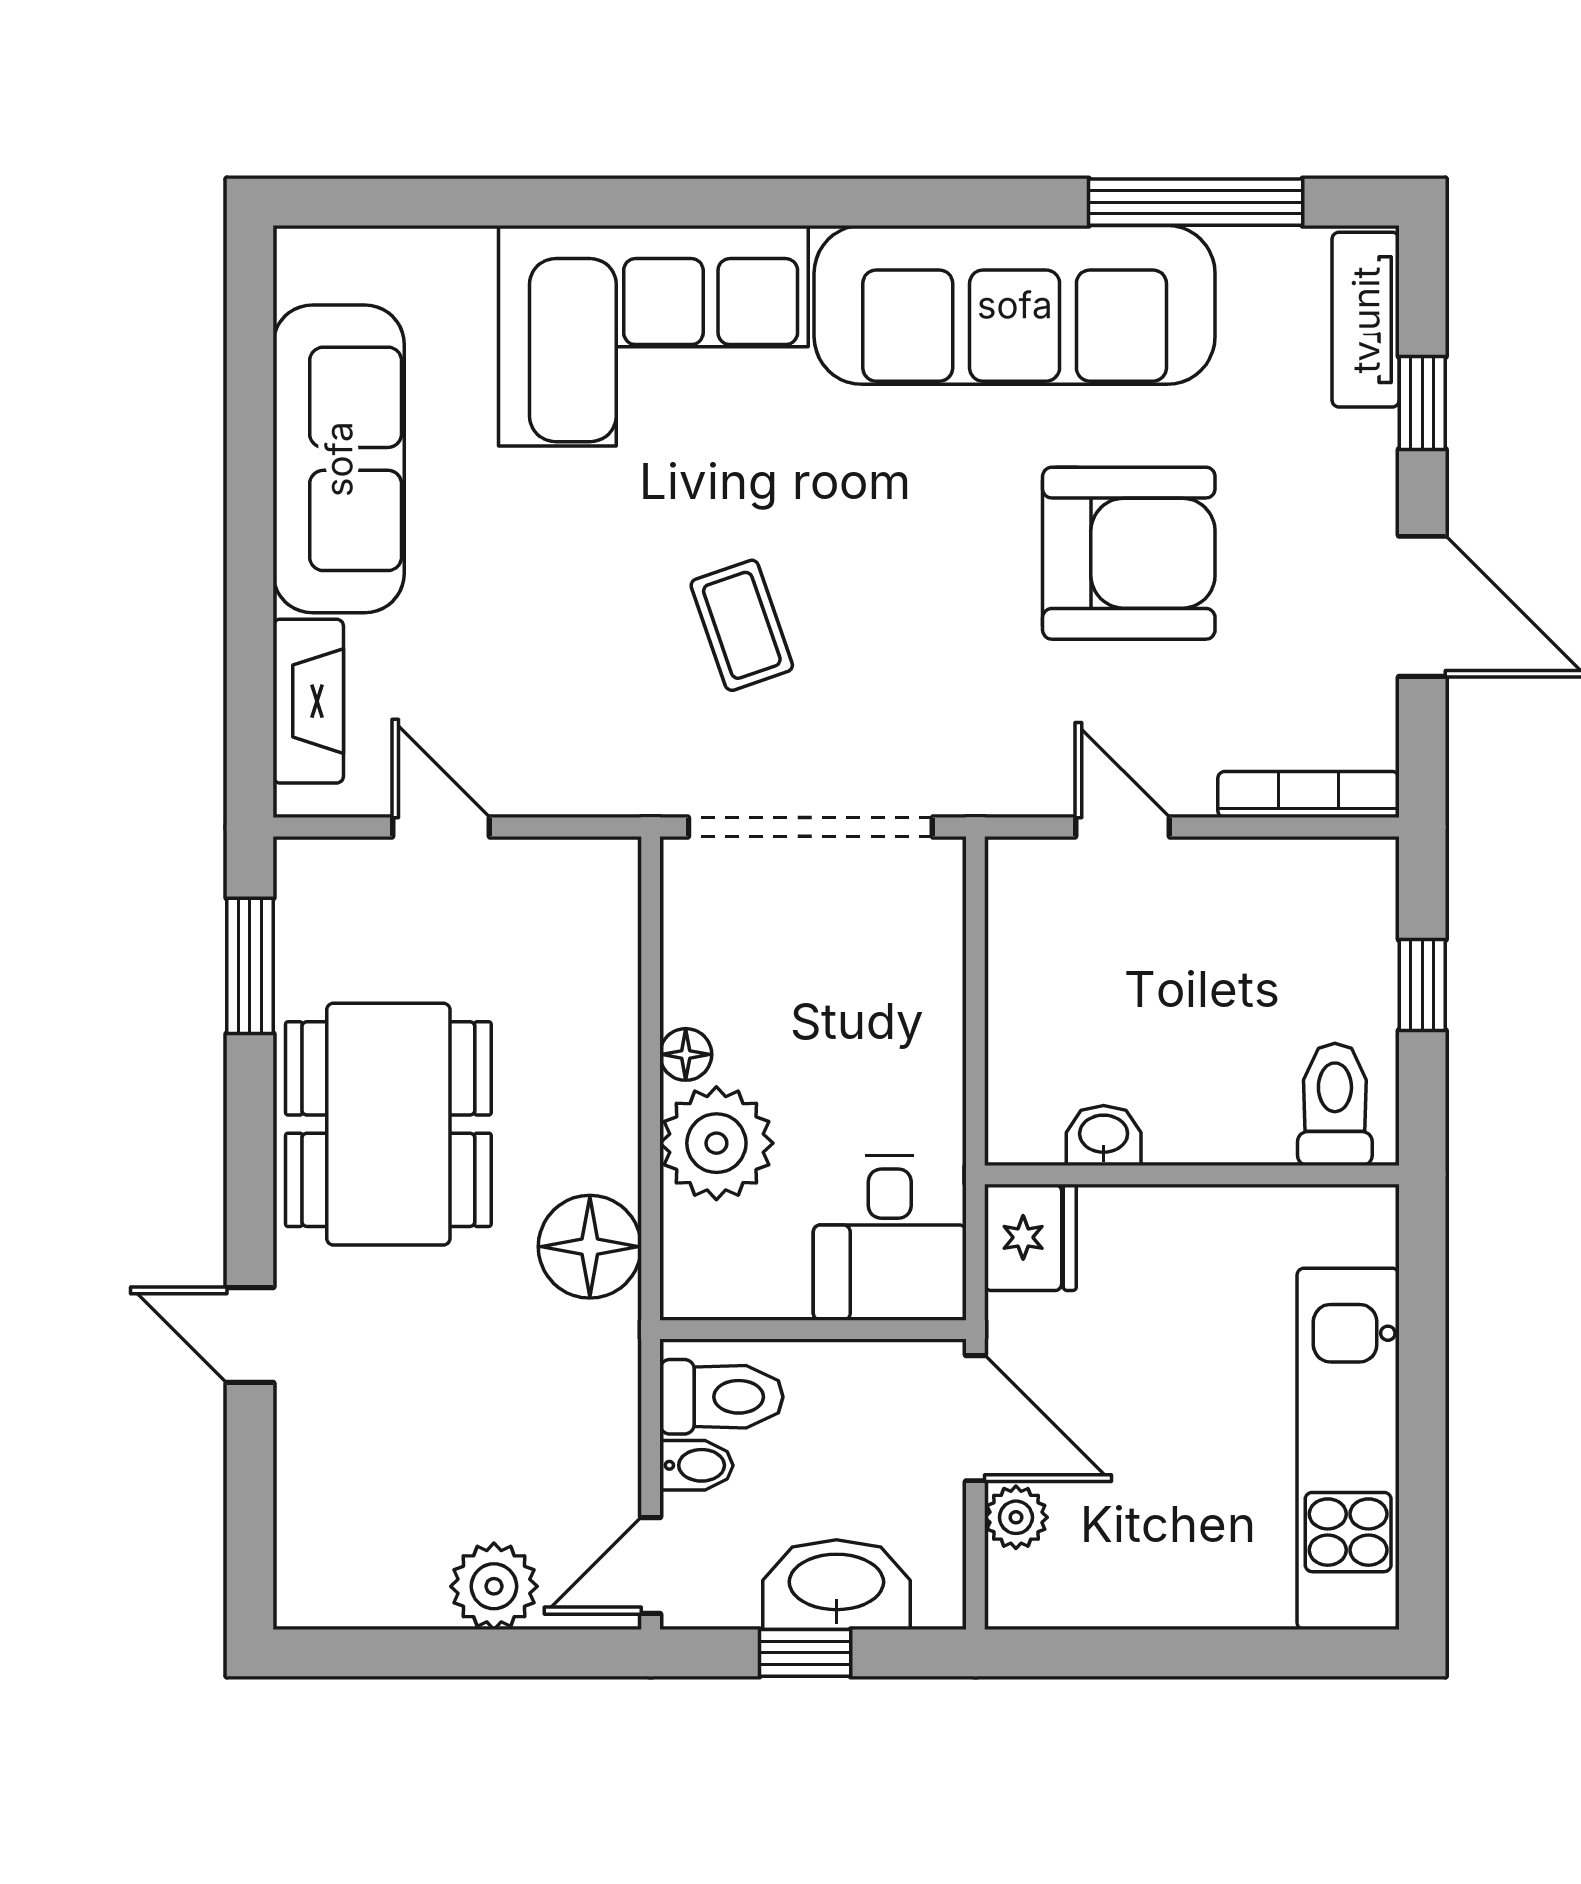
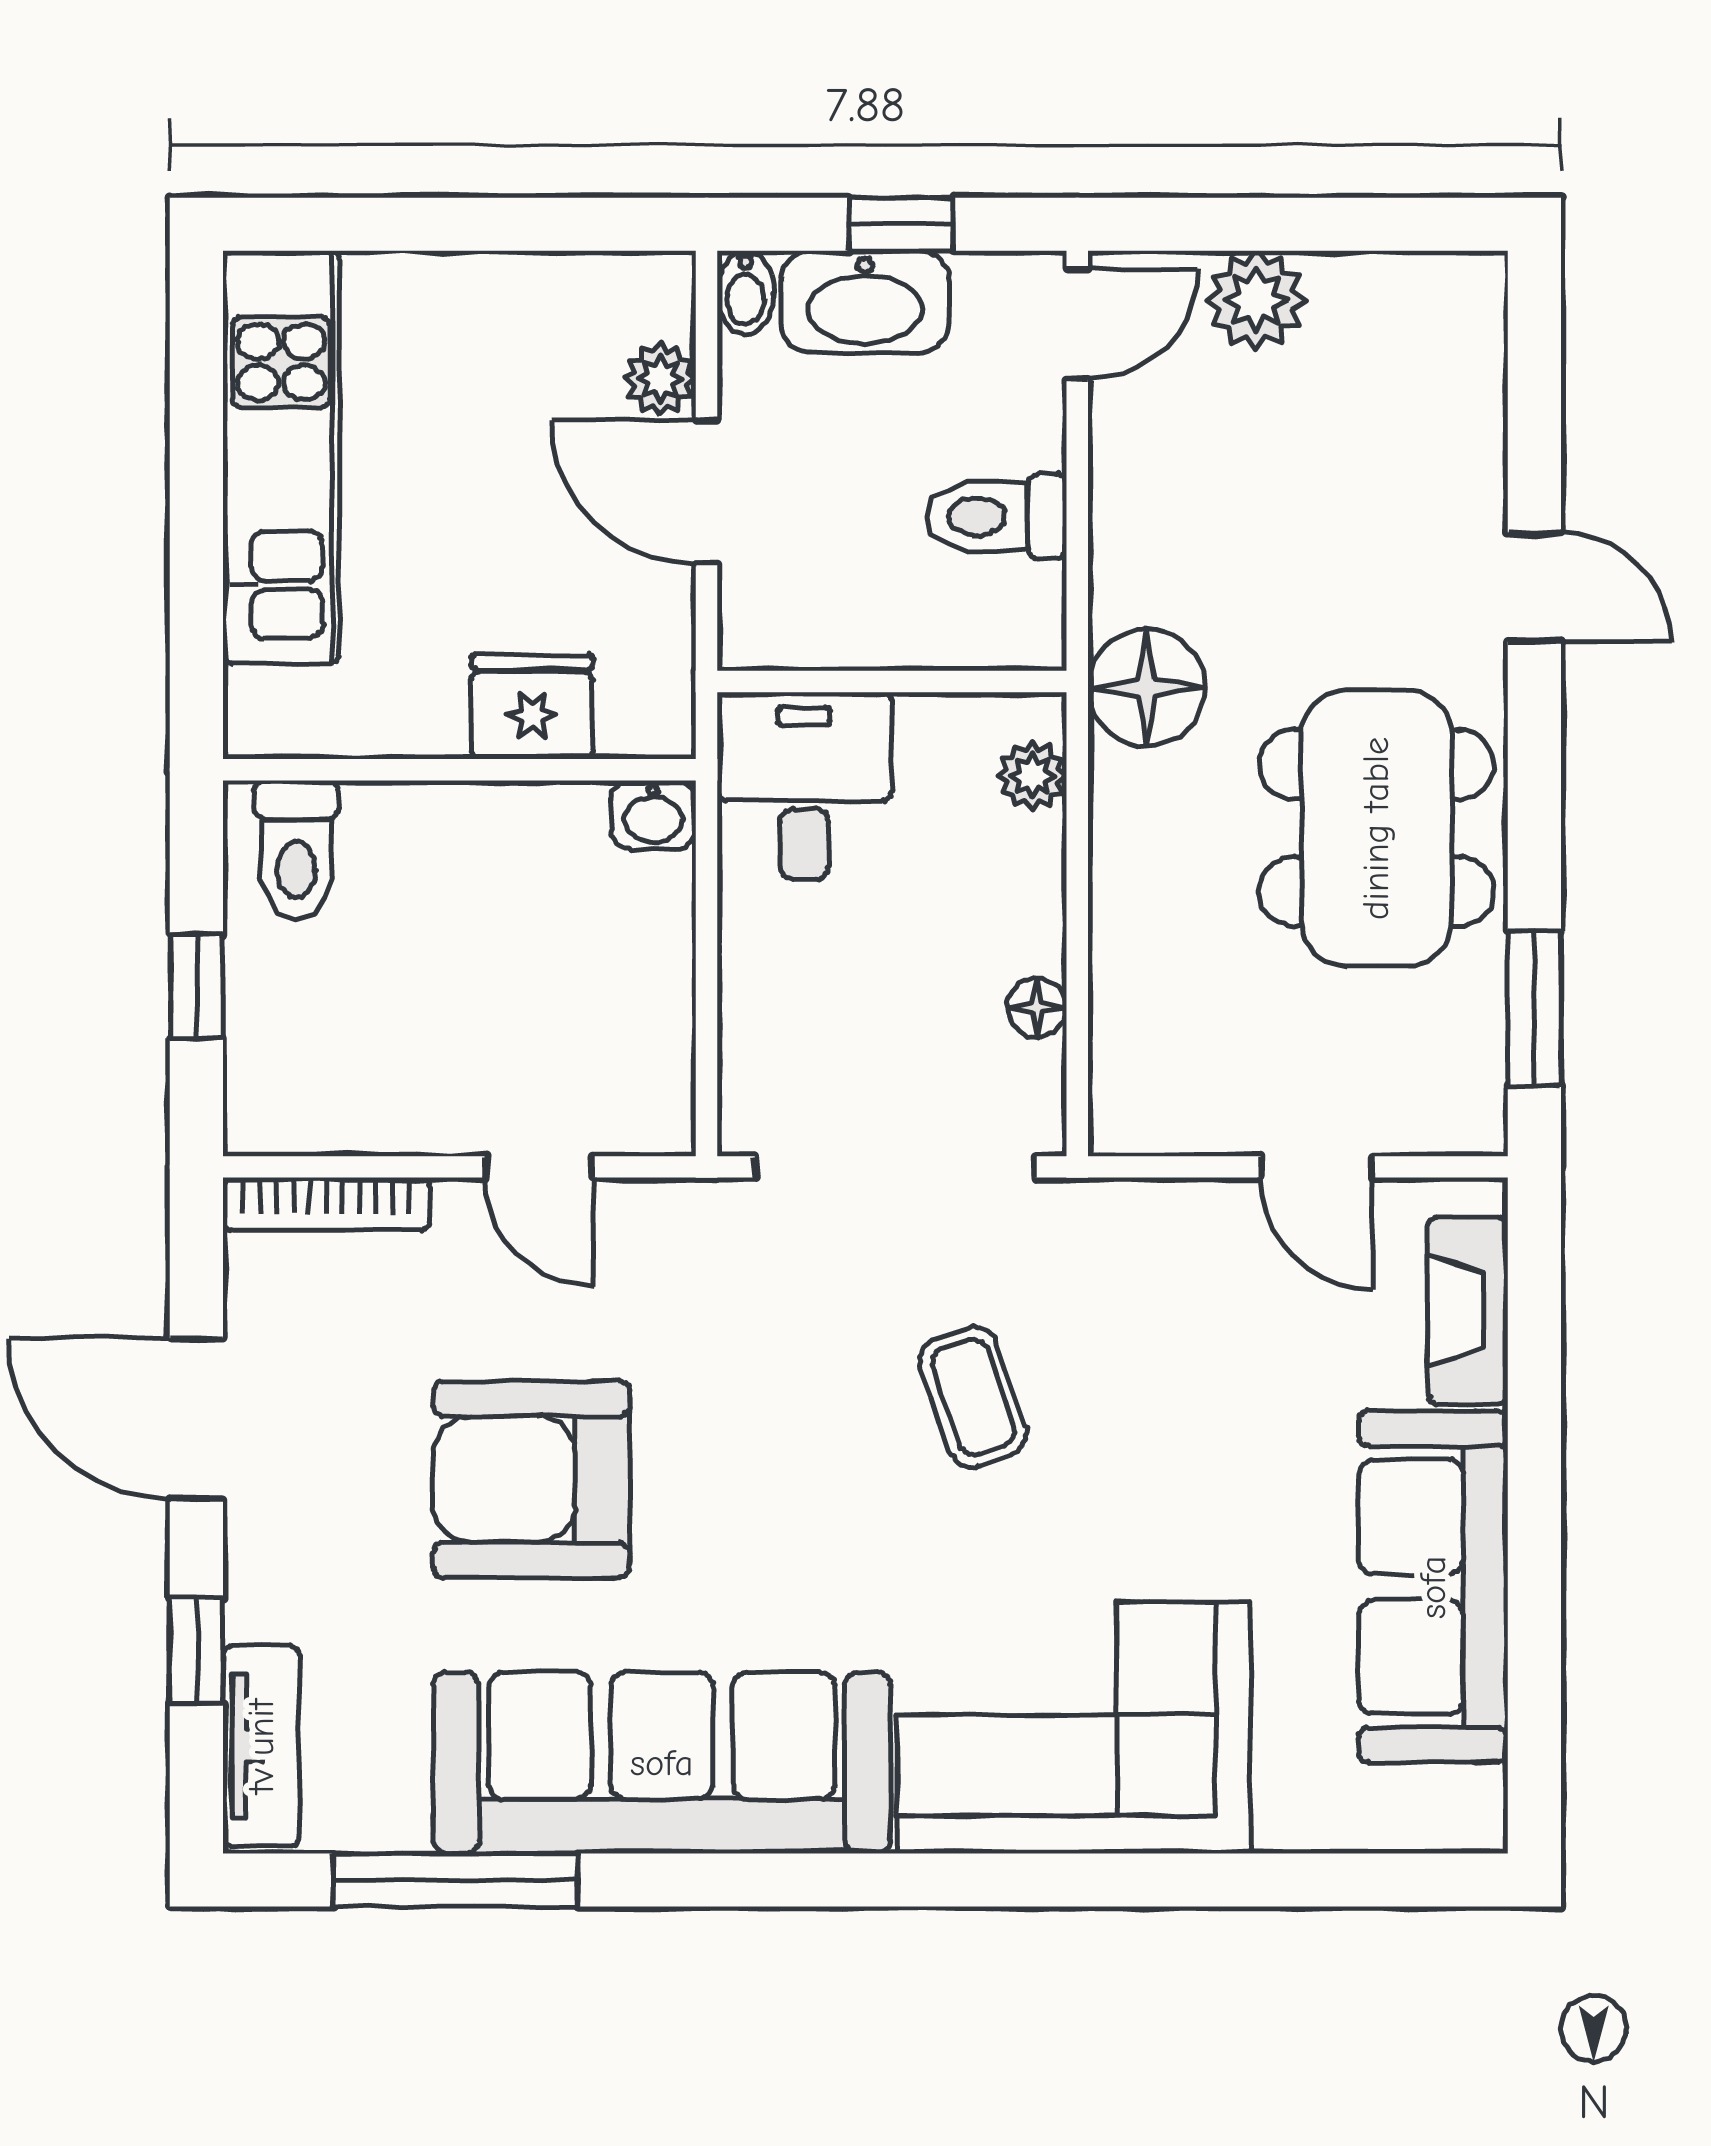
floor lamp: (686, 1054) -> (1037, 1008), moved
washbasin: (1104, 1136) -> (653, 815), moved
plant: (716, 1143) -> (1032, 776), width x0.53, depth x0.53
fridge: (1030, 1237) -> (532, 707), moved, turned 90
desk: (890, 1238) -> (804, 786), moved
wall: (813, 1330) -> (892, 681), moved
bidet: (696, 1465) -> (746, 293), moved, turned -90

